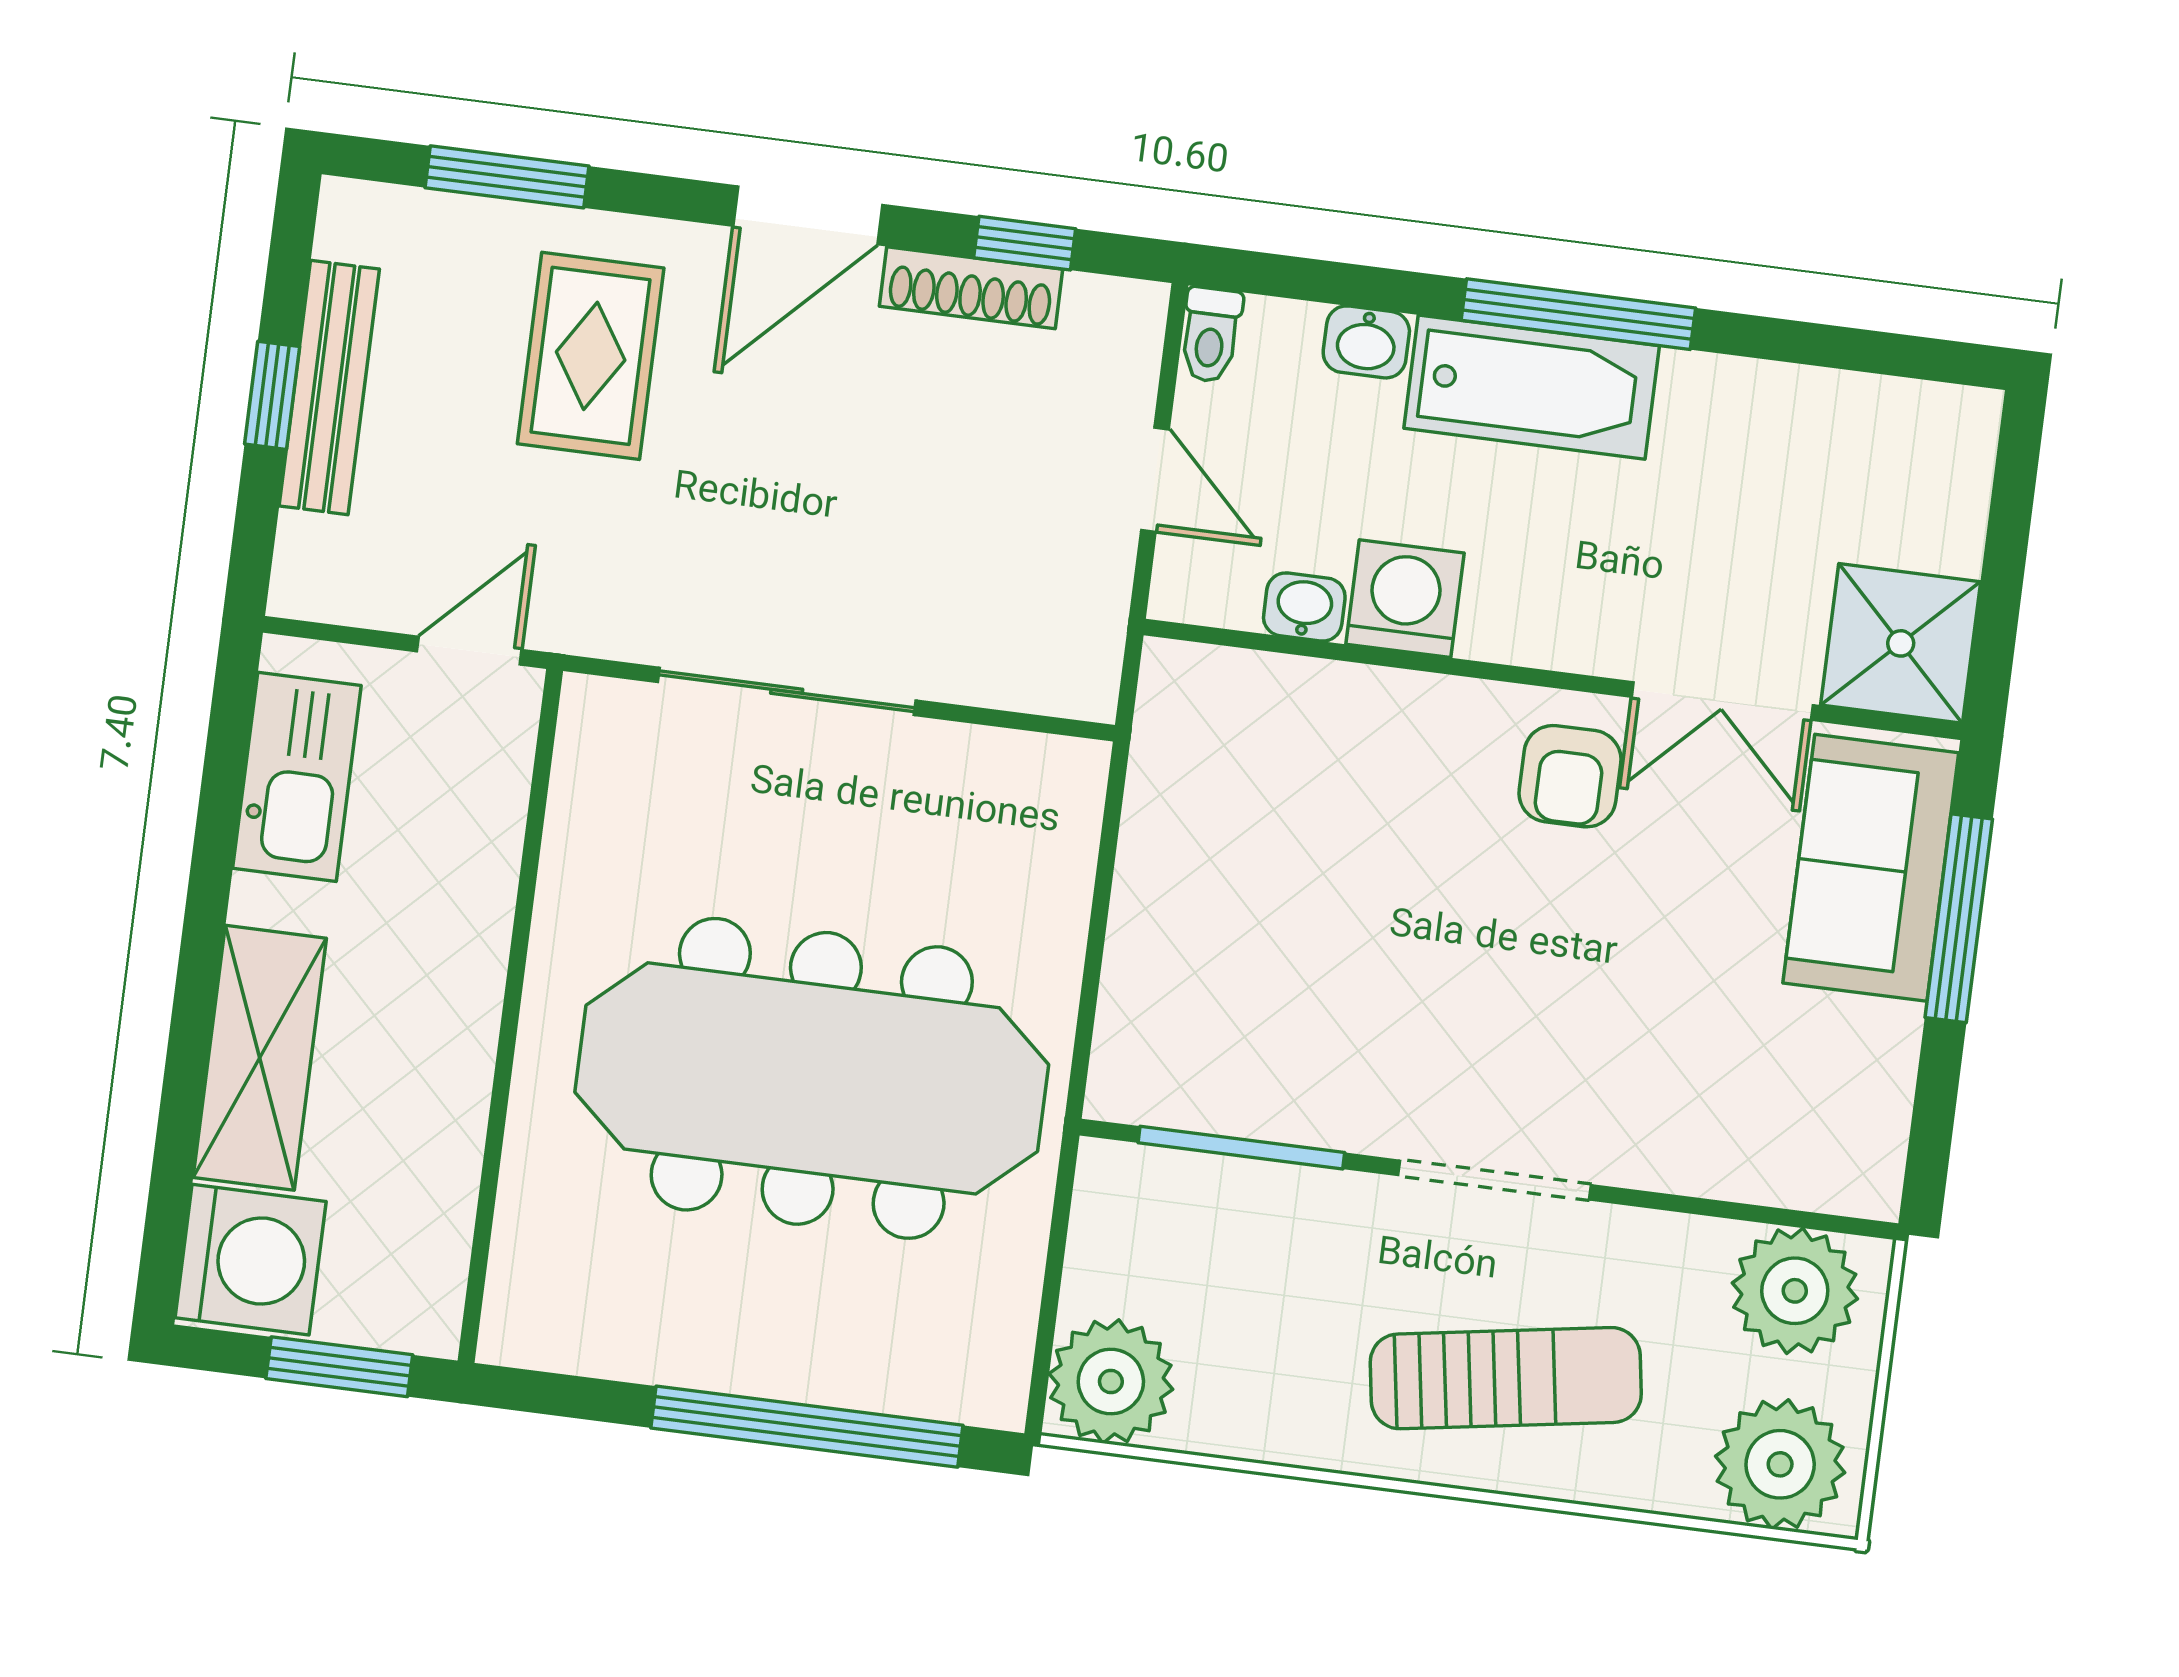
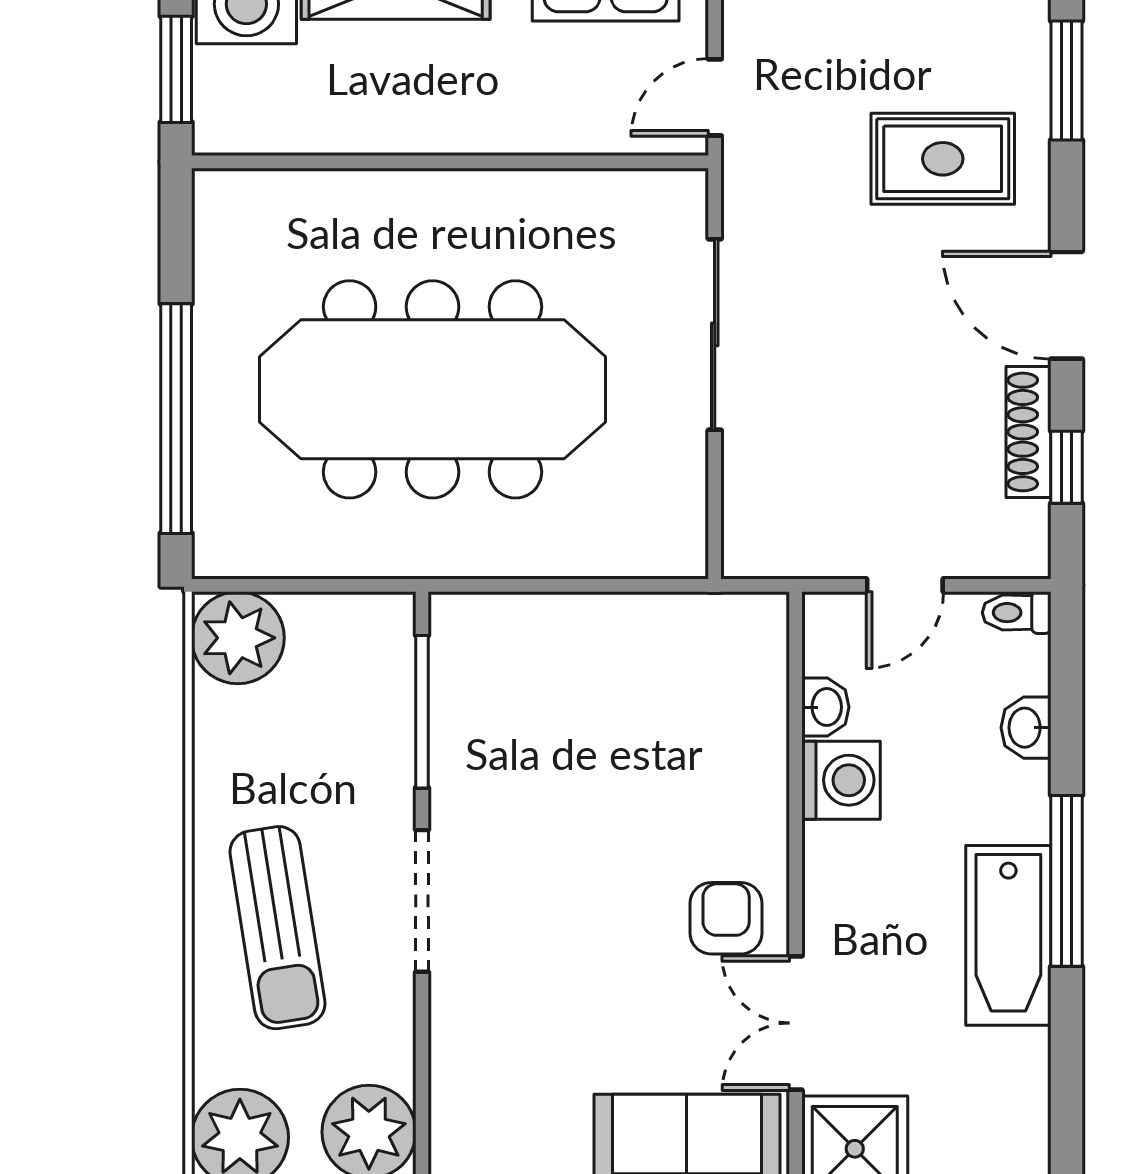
bathtub: (1532, 387) -> (1008, 935), moved
door: (469, 651) -> (715, 97), swing flipped
armchair: (1570, 776) -> (726, 918), turned 90
meeting table: (812, 1078) -> (432, 389), turned 90

